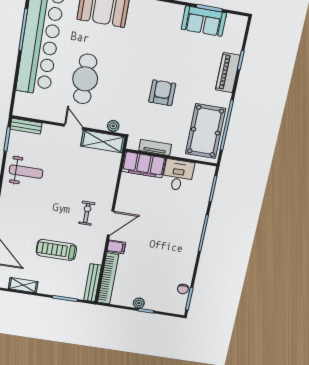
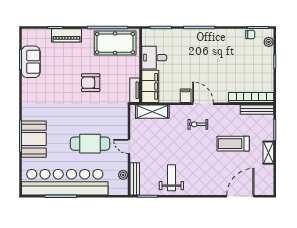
bench: (26, 126) -> (135, 179), width x1.36
plant: (113, 126) -> (123, 175), moved
door: (73, 127) -> (129, 146), hinge flipped
shelving: (103, 141) -> (152, 112), moved, turned 90
tv unit: (155, 147) -> (135, 90), moved
filing cabinet: (116, 247) -> (186, 96), moved
treadmill: (56, 250) -> (233, 144), turned 90
shelving: (23, 285) -> (268, 153), moved
plant: (139, 303) -> (269, 42), moved

